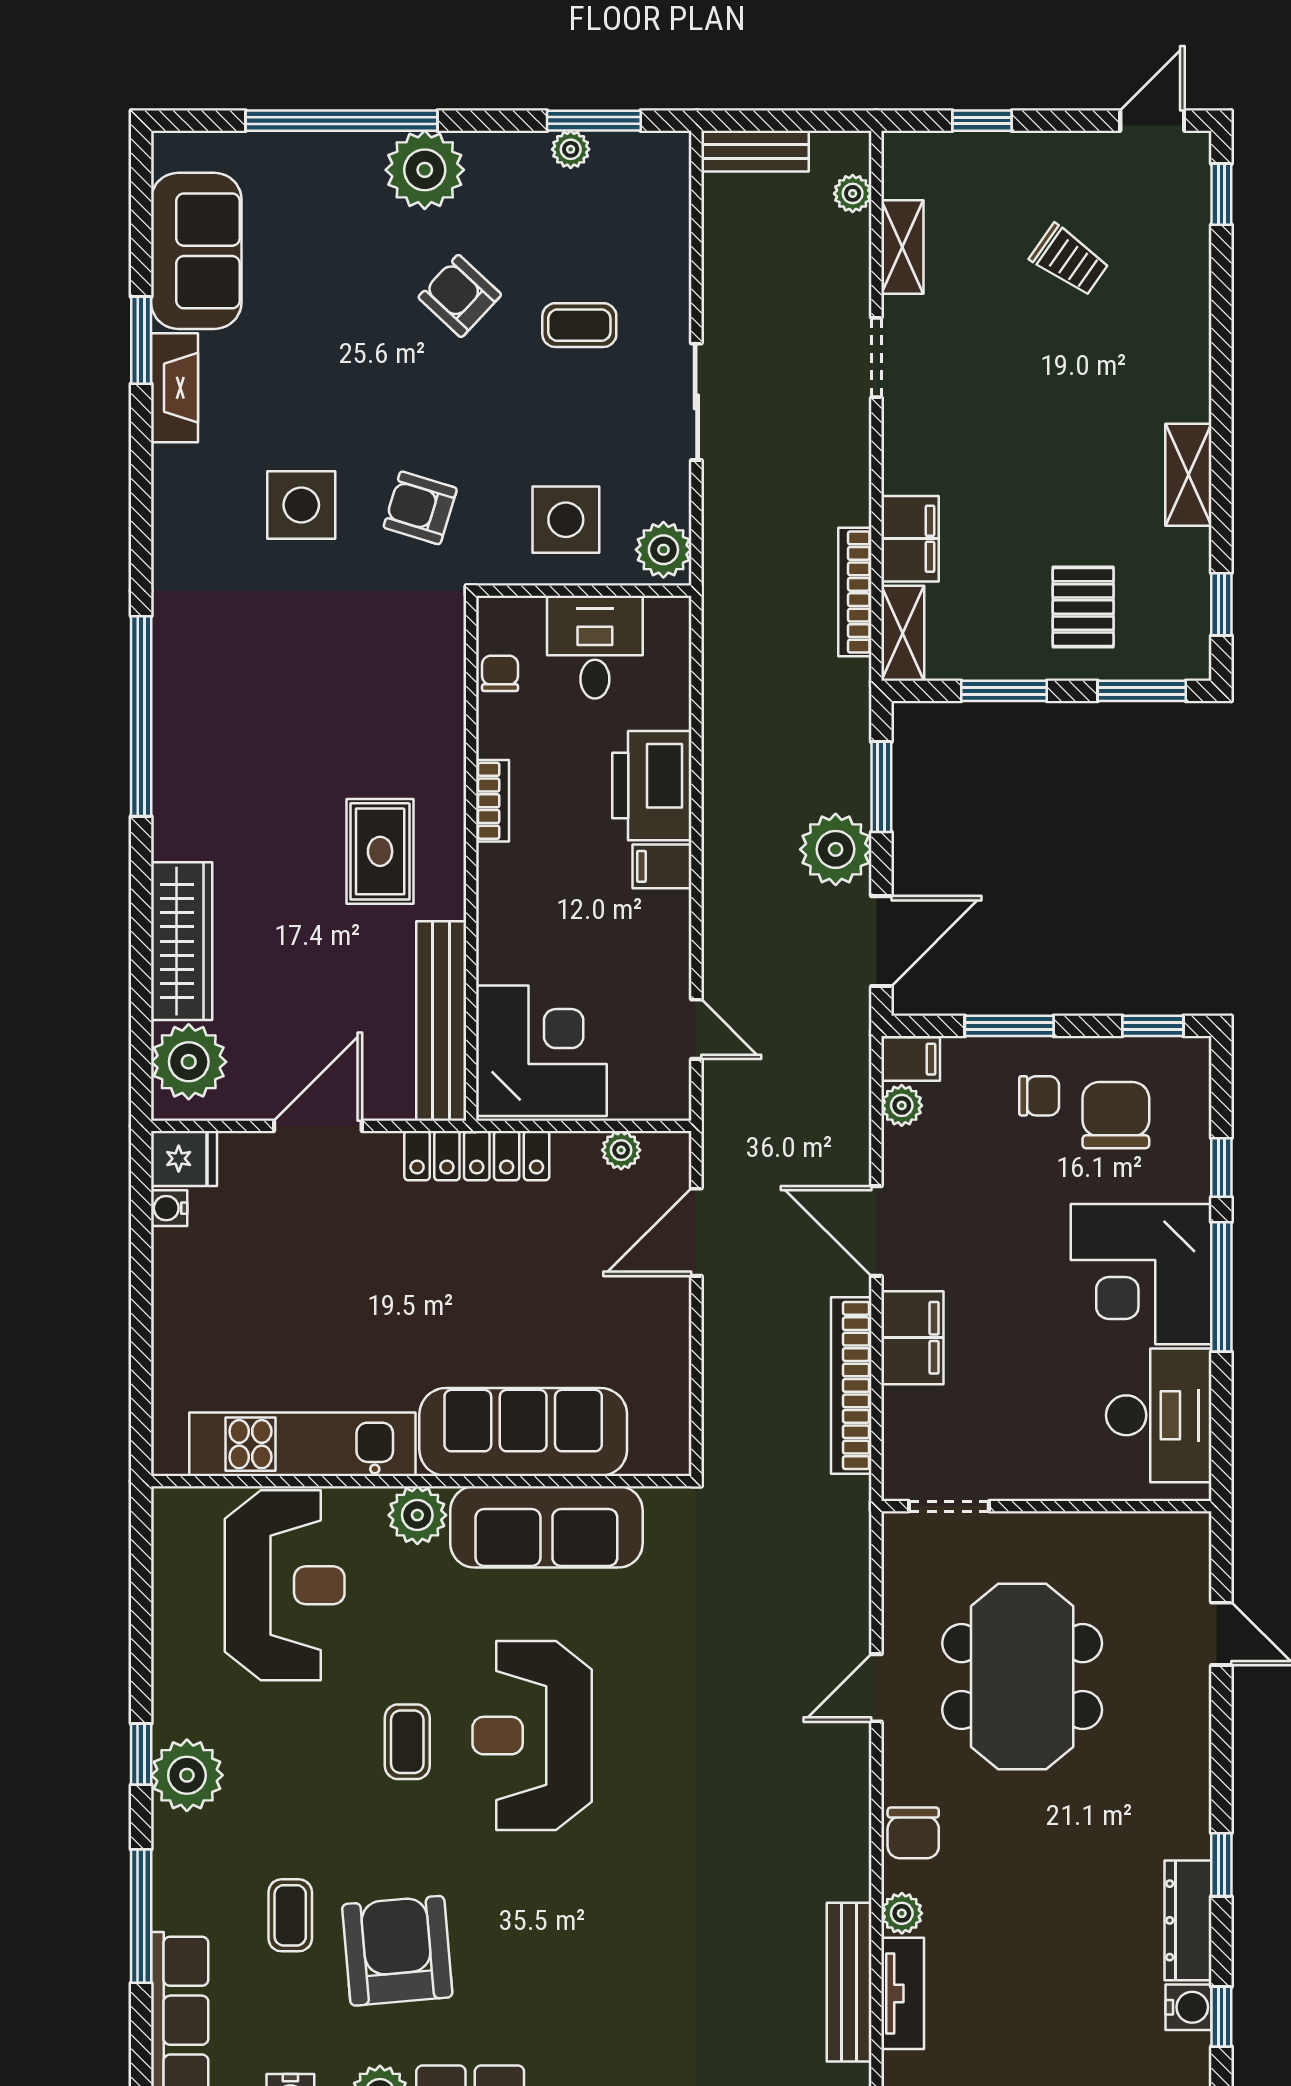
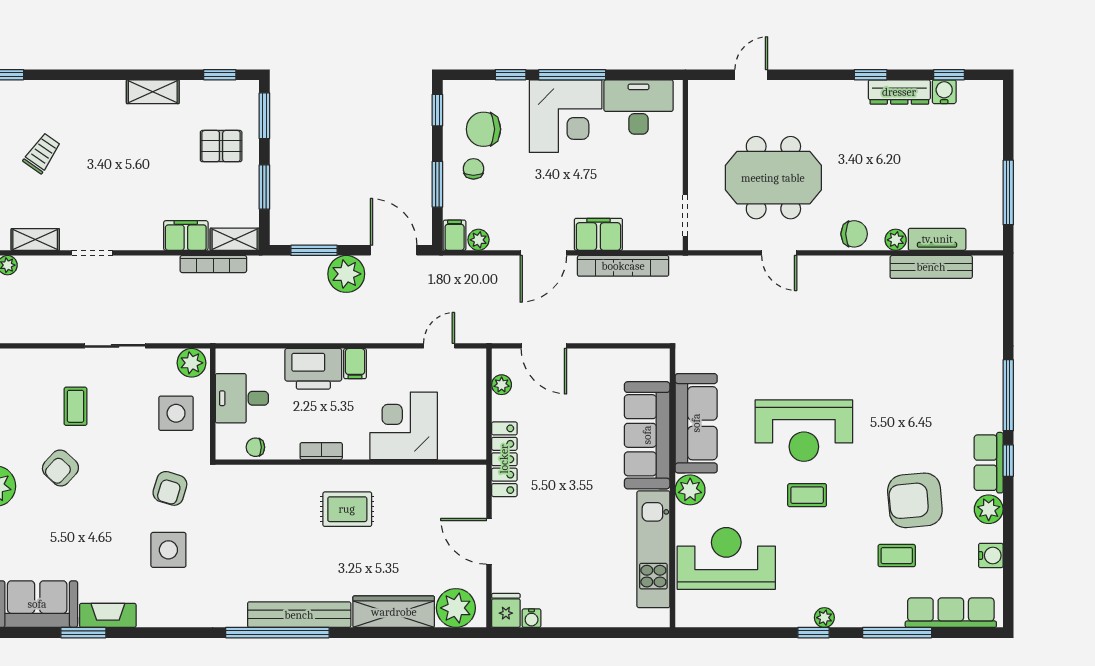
bench: (441, 1021) -> (299, 615), moved
corner desk: (541, 1051) -> (404, 426), moved
plant: (187, 1775) -> (824, 618), width x0.53, depth x0.53

